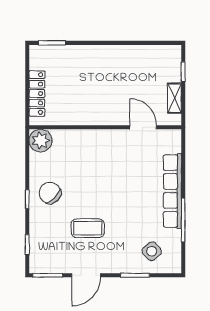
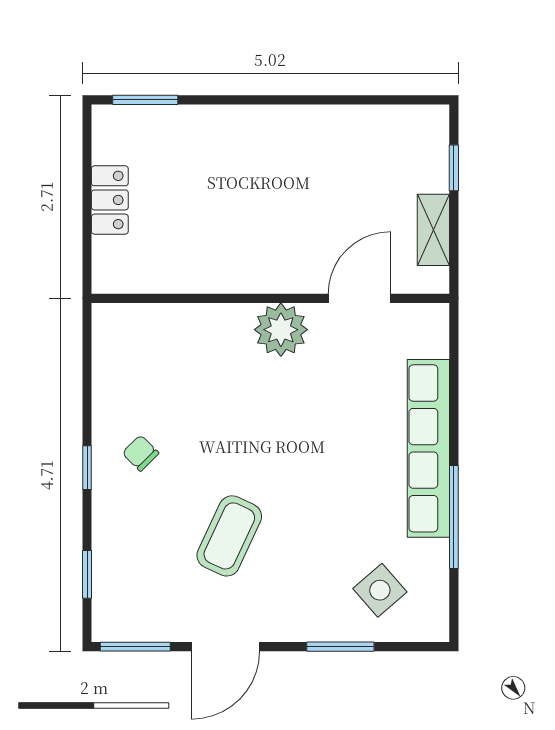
locker: (37, 94) -> (110, 200), width x0.66
door: (143, 127) -> (359, 298), hinge flipped
plant: (41, 141) -> (281, 330), moved
chair: (50, 193) -> (141, 453), width x0.54, depth x0.54
coffee table: (88, 228) -> (229, 536), turned -65

